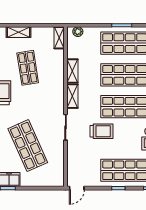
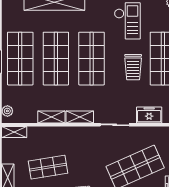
trolley: (101, 131) -> (133, 67), moved, turned 180
freezer: (74, 158) -> (149, 115), added

